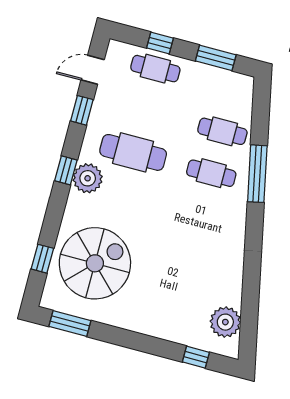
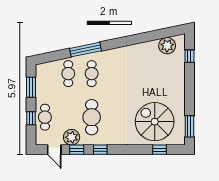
window: (66, 170) -> (100, 150), moved
plant: (88, 178) -> (72, 137), moved

